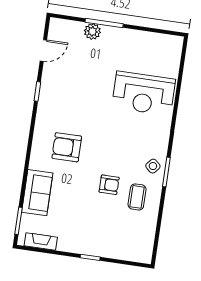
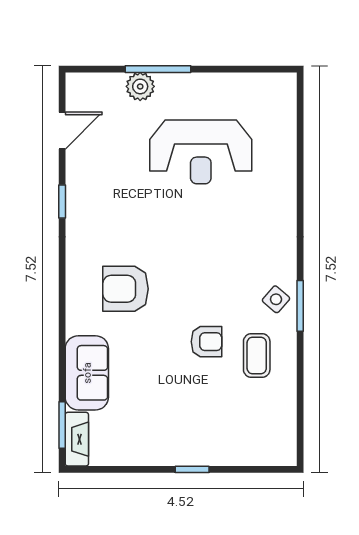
reception desk: (144, 93) -> (201, 152), moved
fireplace: (41, 241) -> (77, 439), moved, turned 90

